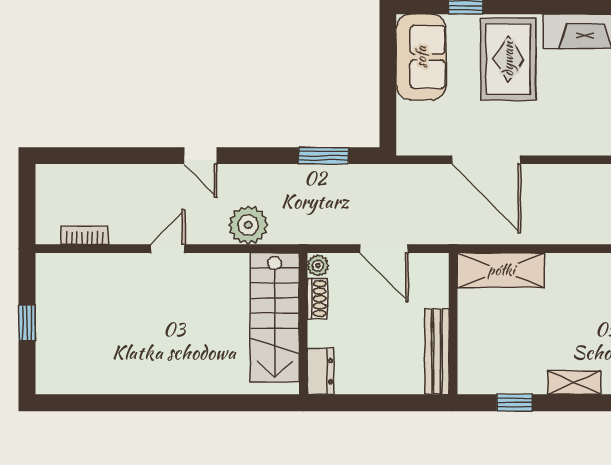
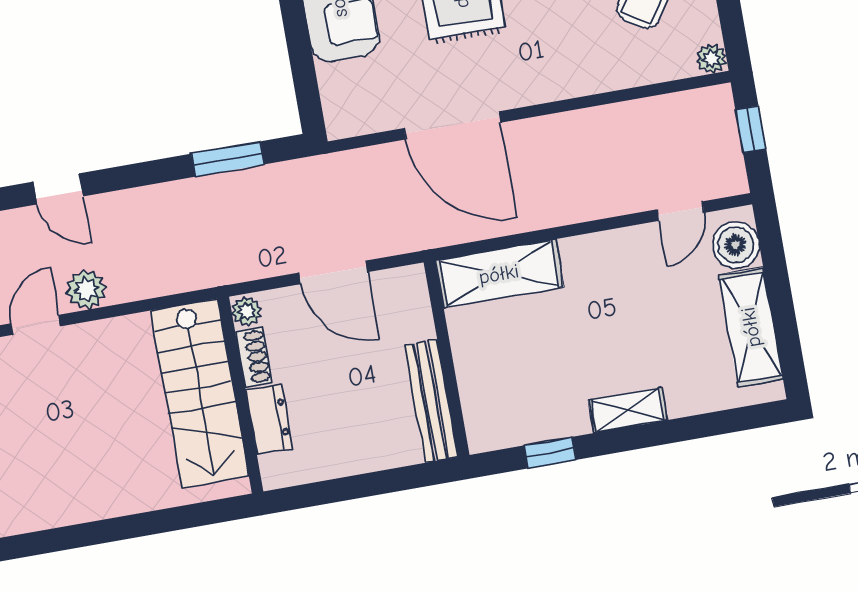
plant: (248, 225) -> (86, 290), moved, width x0.73, depth x0.73
dresser: (320, 371) -> (269, 419), moved

